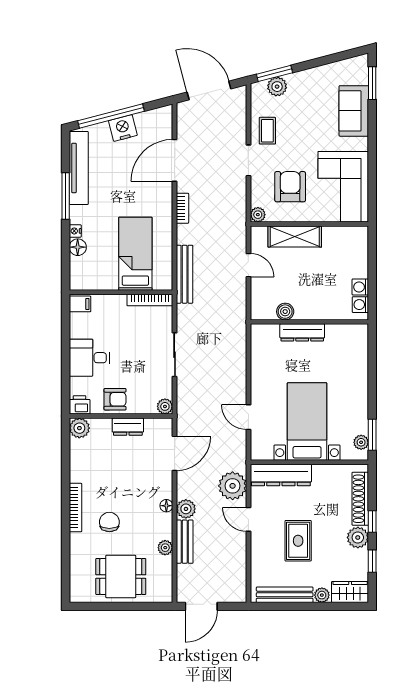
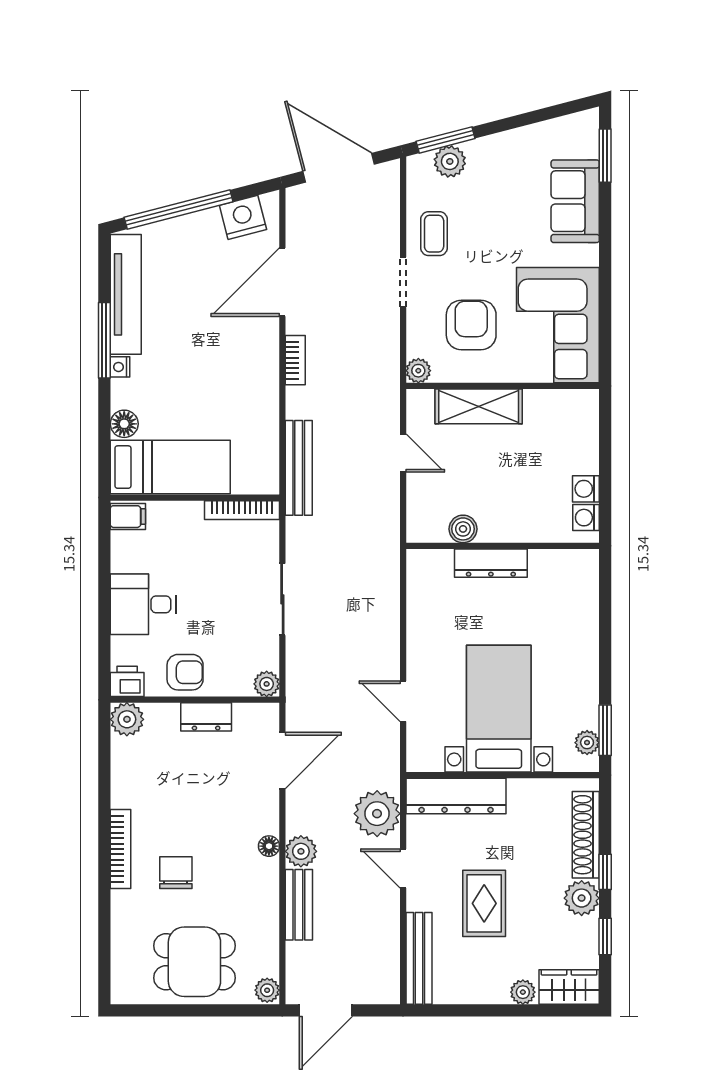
nightstand: (123, 128) -> (243, 217), moved
nightstand: (75, 231) -> (120, 367), moved
bed: (135, 254) -> (170, 467), moved, turned 90
plant: (165, 548) -> (267, 990), moved
bench: (285, 595) -> (419, 958), moved, turned 90

